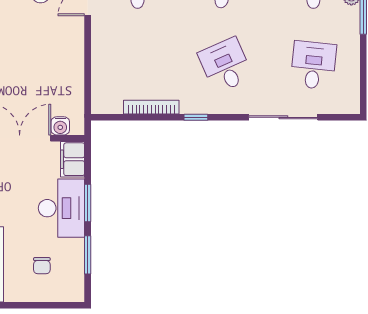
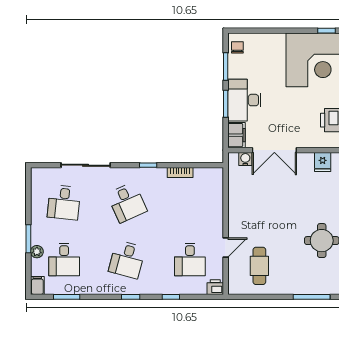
bookcase: (151, 107) -> (180, 172), width x0.64
chair: (42, 266) -> (237, 47), moved

